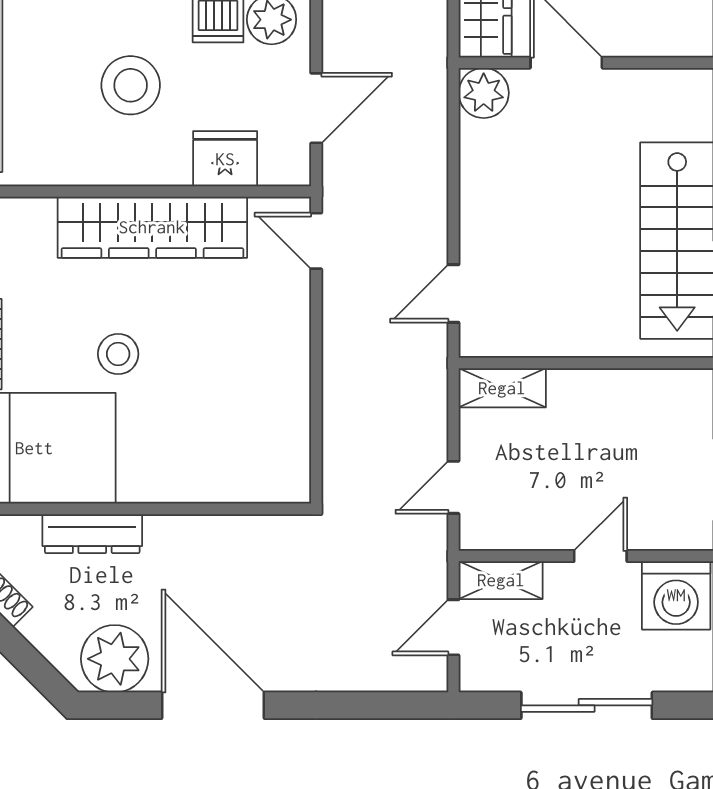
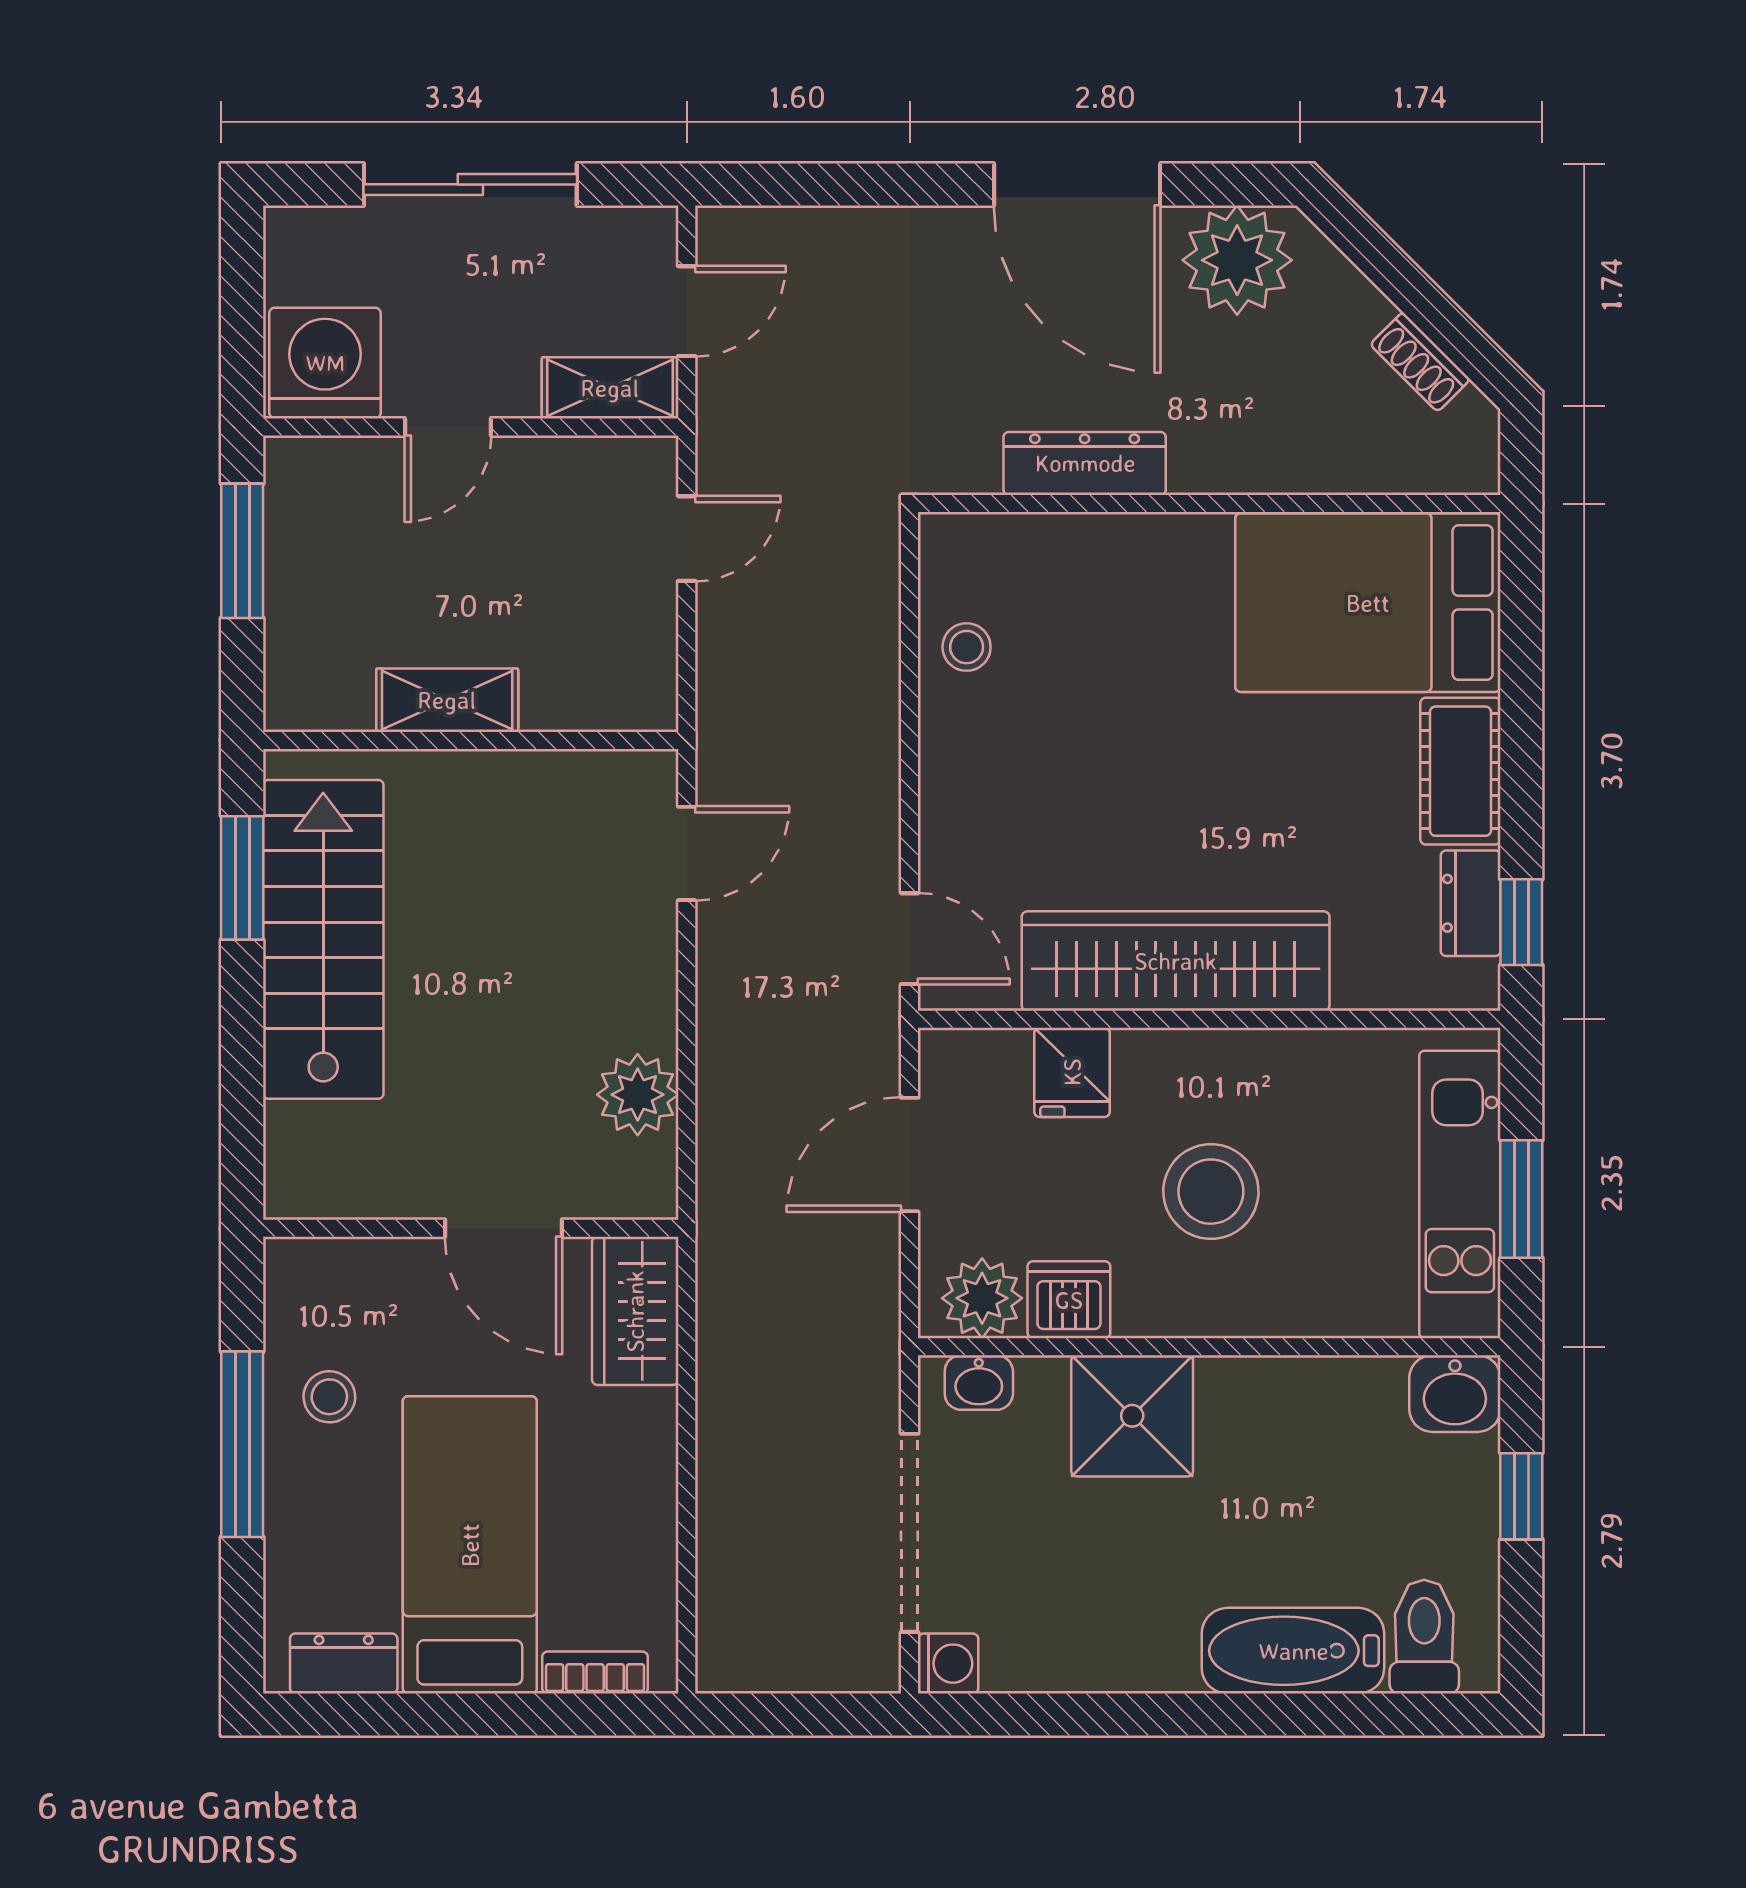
plant: (484, 93) -> (638, 1095), moved
fridge: (225, 159) -> (1072, 1072), width x0.72
stool: (118, 354) -> (967, 647), moved, width x0.73, depth x0.73
shelving: (502, 388) -> (447, 700), moved
dresser: (92, 534) -> (1085, 463), moved

